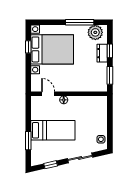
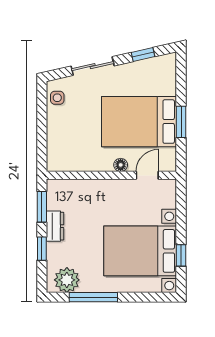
dresser: (102, 53) -> (55, 226), moved
door: (48, 94) -> (147, 175), swing flipped
bed: (53, 130) -> (139, 122), width x1.50
window: (28, 141) -> (181, 122), moved

